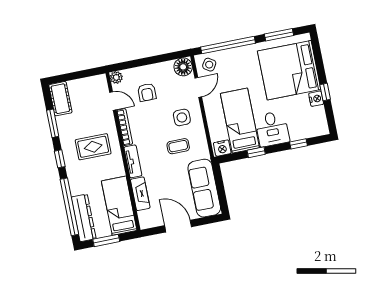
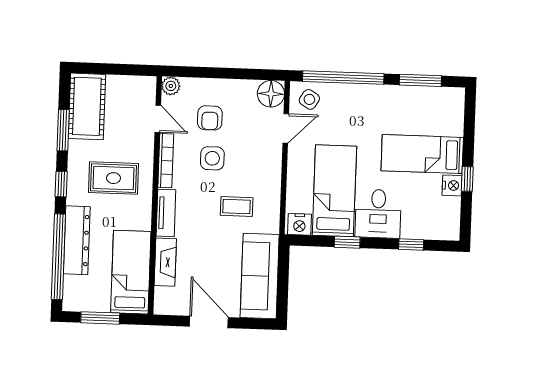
bed: (289, 70) -> (422, 154), width x0.49
cot: (60, 99) -> (87, 106), width x1.37, depth x1.34
side table: (182, 117) -> (212, 158), moved
dresser: (84, 218) -> (77, 240), moved

